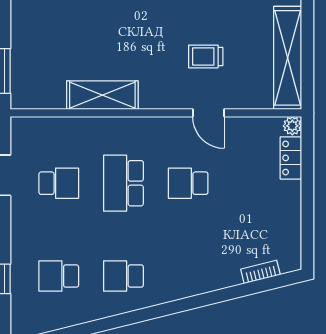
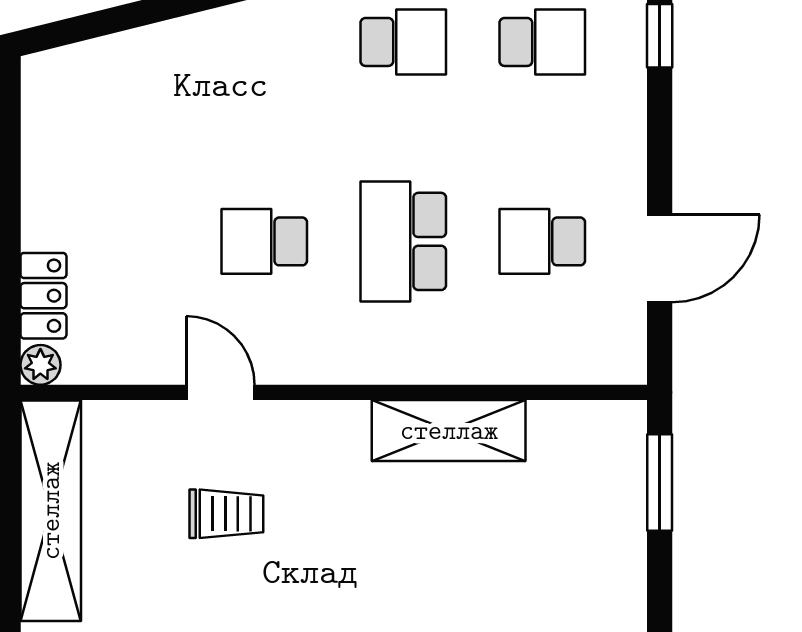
school desk: (123, 183) -> (403, 241), turned 180
school desk: (188, 183) -> (264, 241), turned 180
bookcase: (260, 272) -> (109, 51), removed

